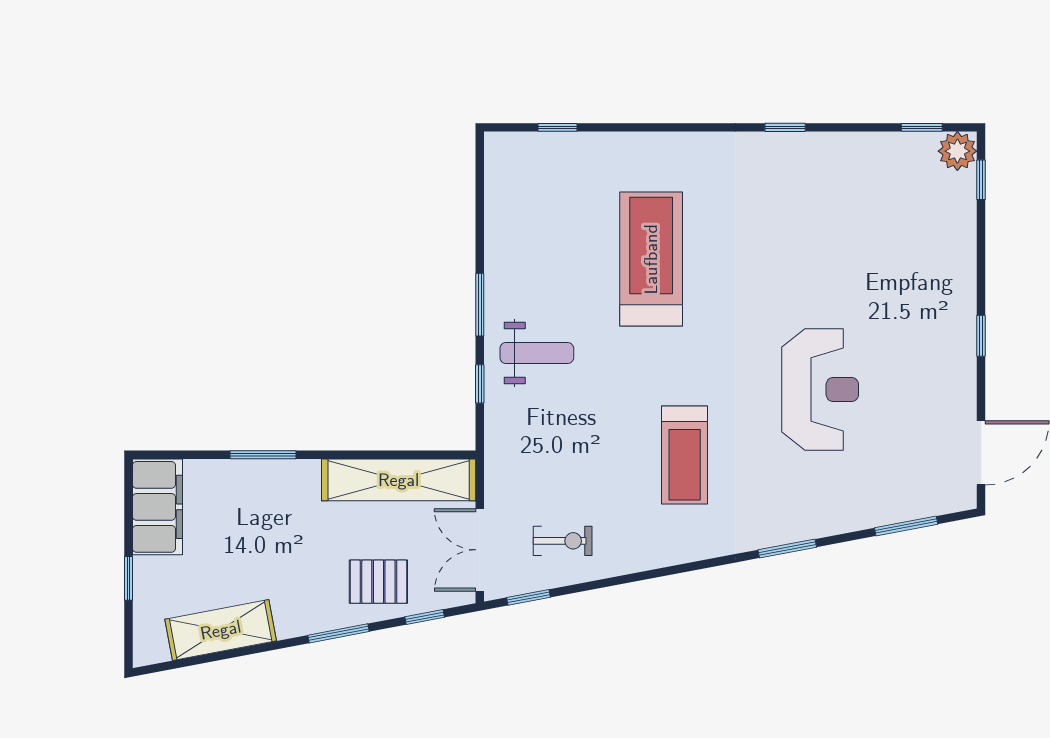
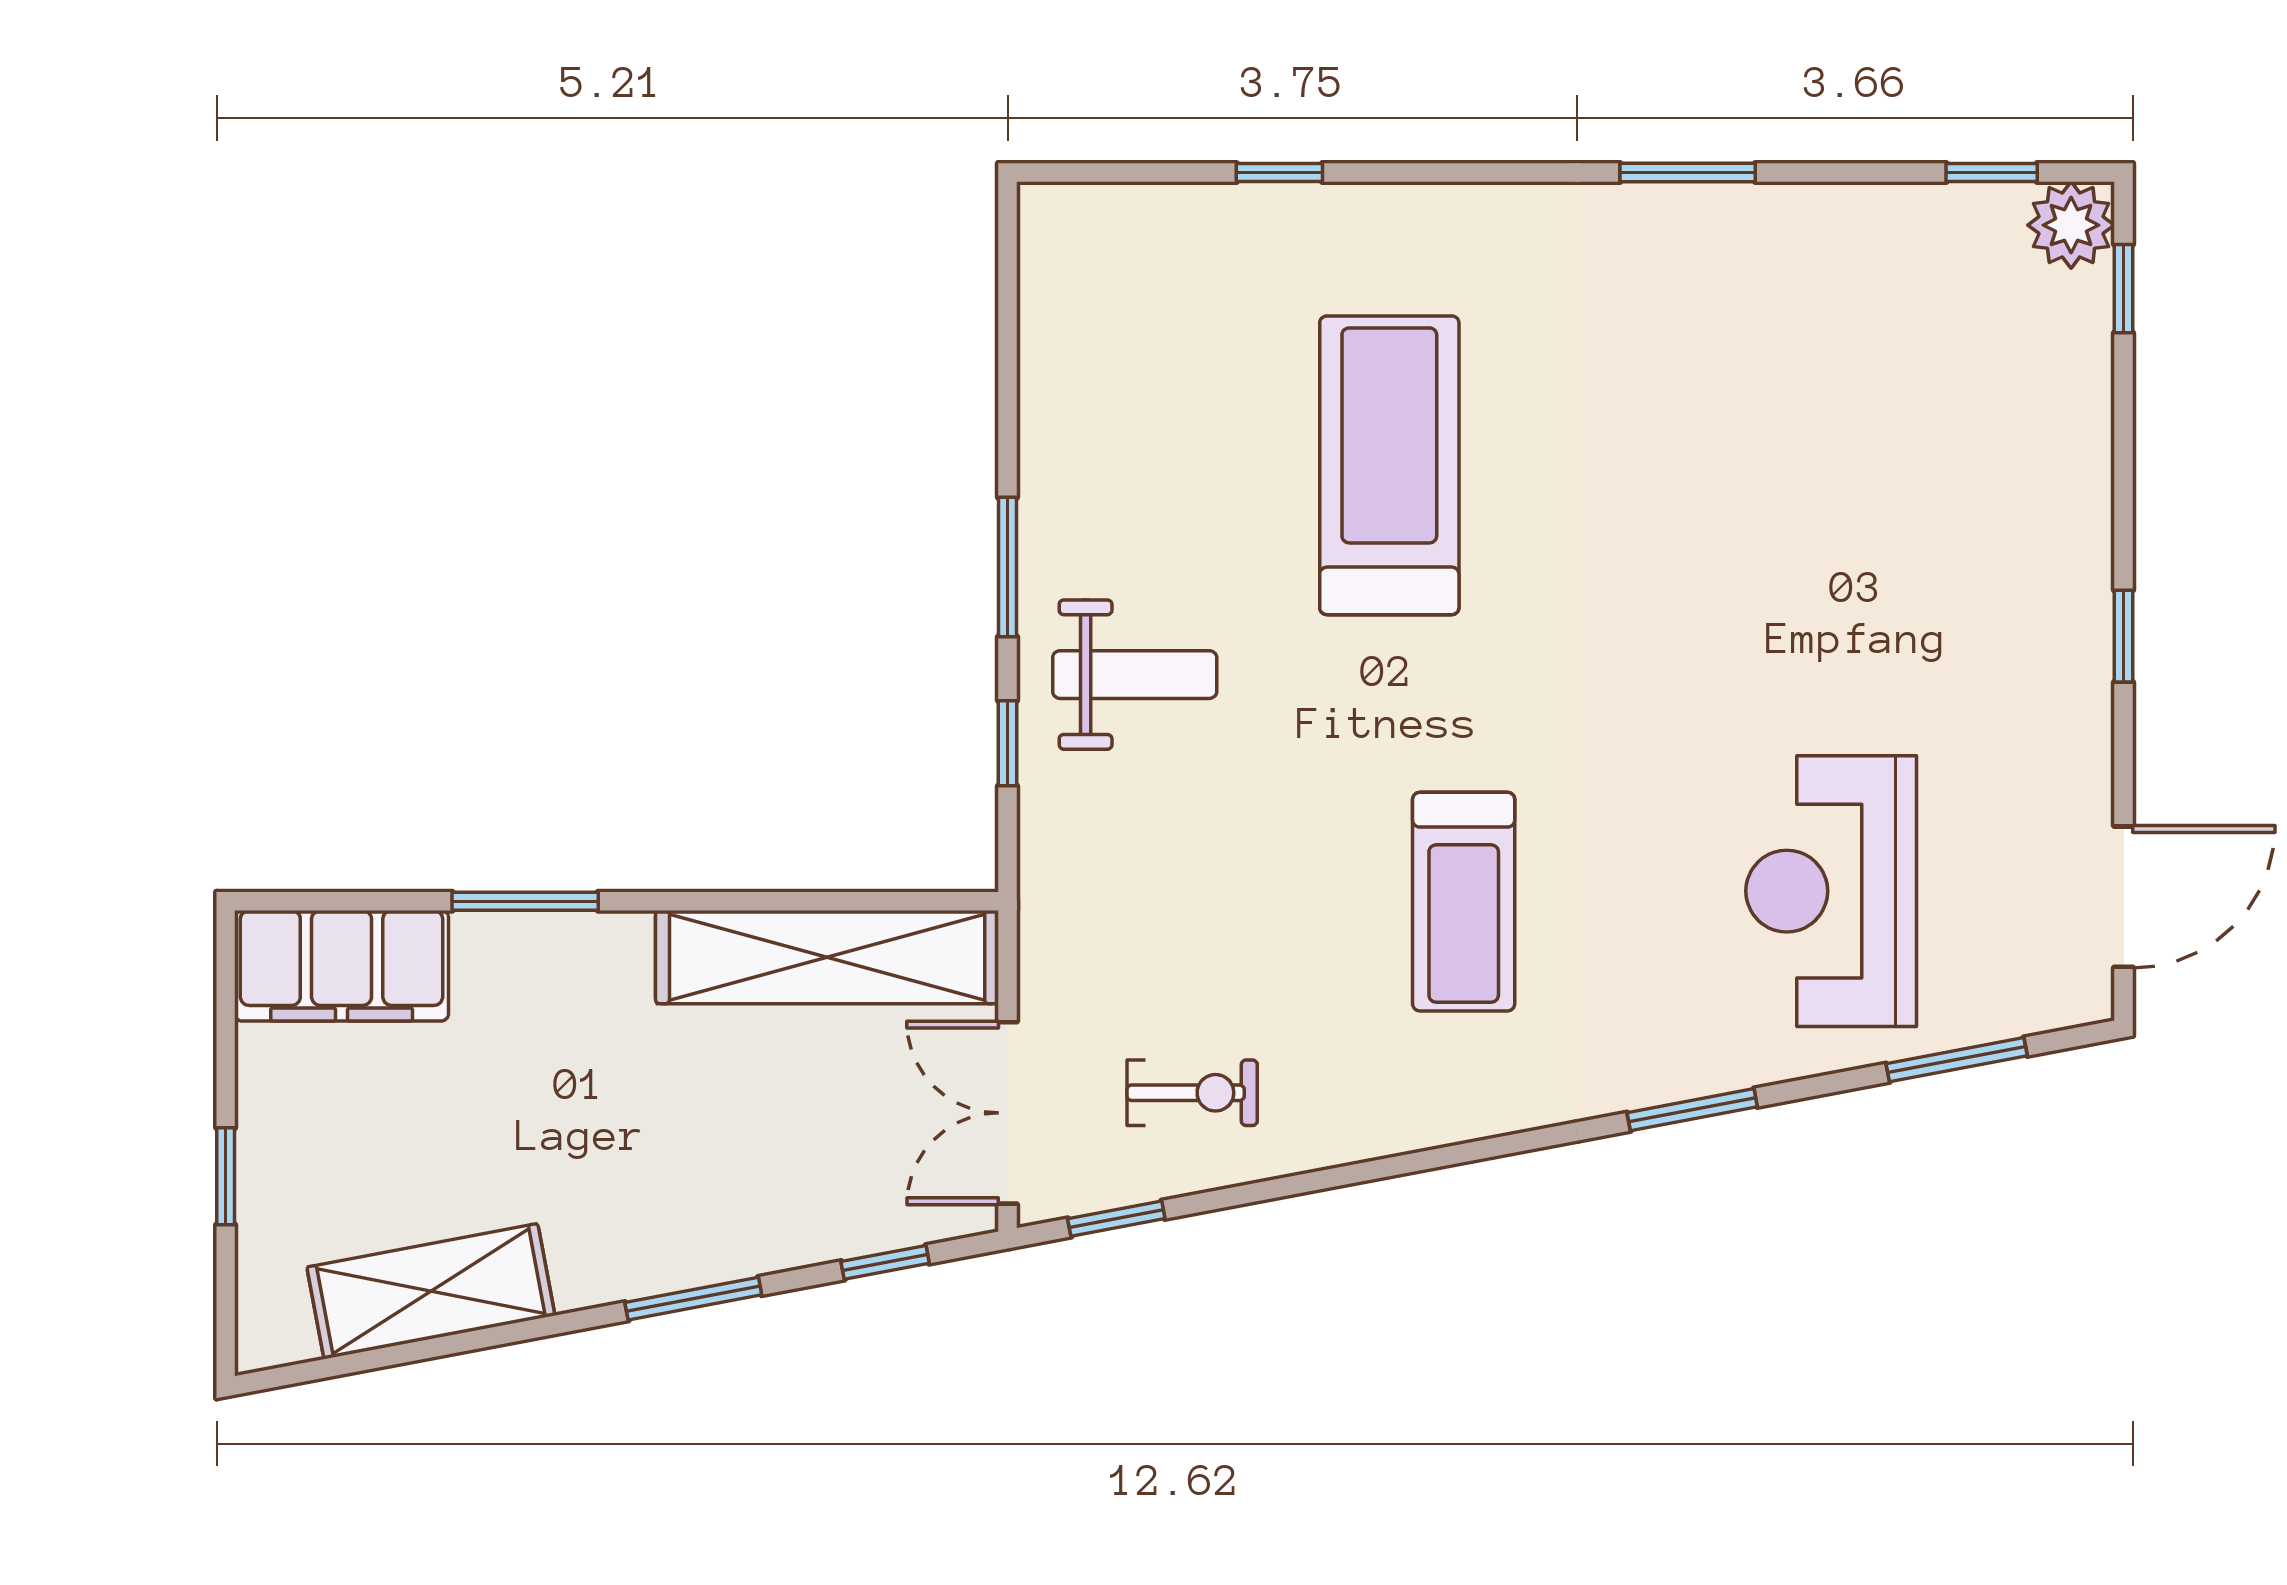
window: (558, 127) -> (1279, 172), moved
window: (785, 127) -> (1688, 172), width x1.50
reception desk: (820, 389) -> (1831, 891), moved, turned 180
filing cabinet: (157, 507) -> (342, 966), moved, turned 90
pallet: (378, 582) -> (782, 1184), removed

